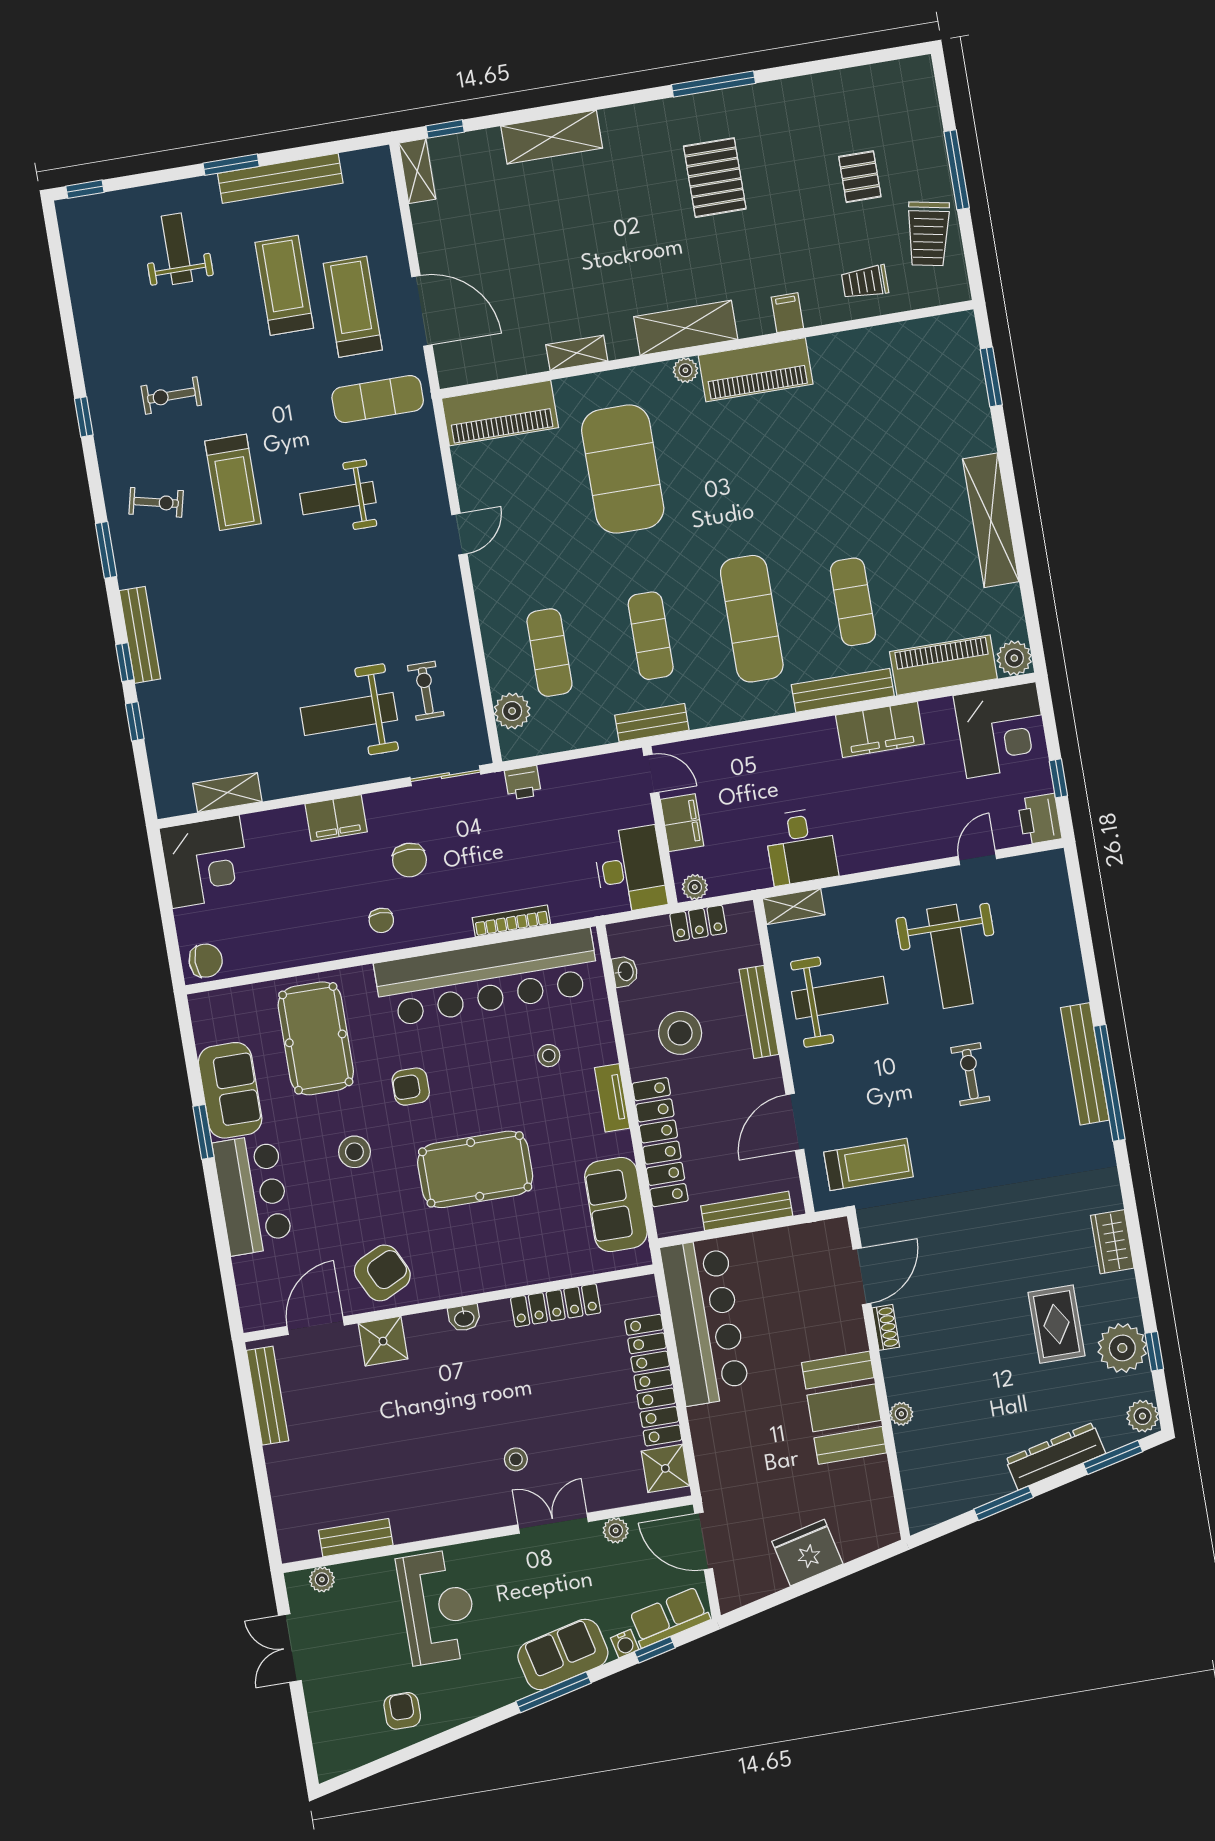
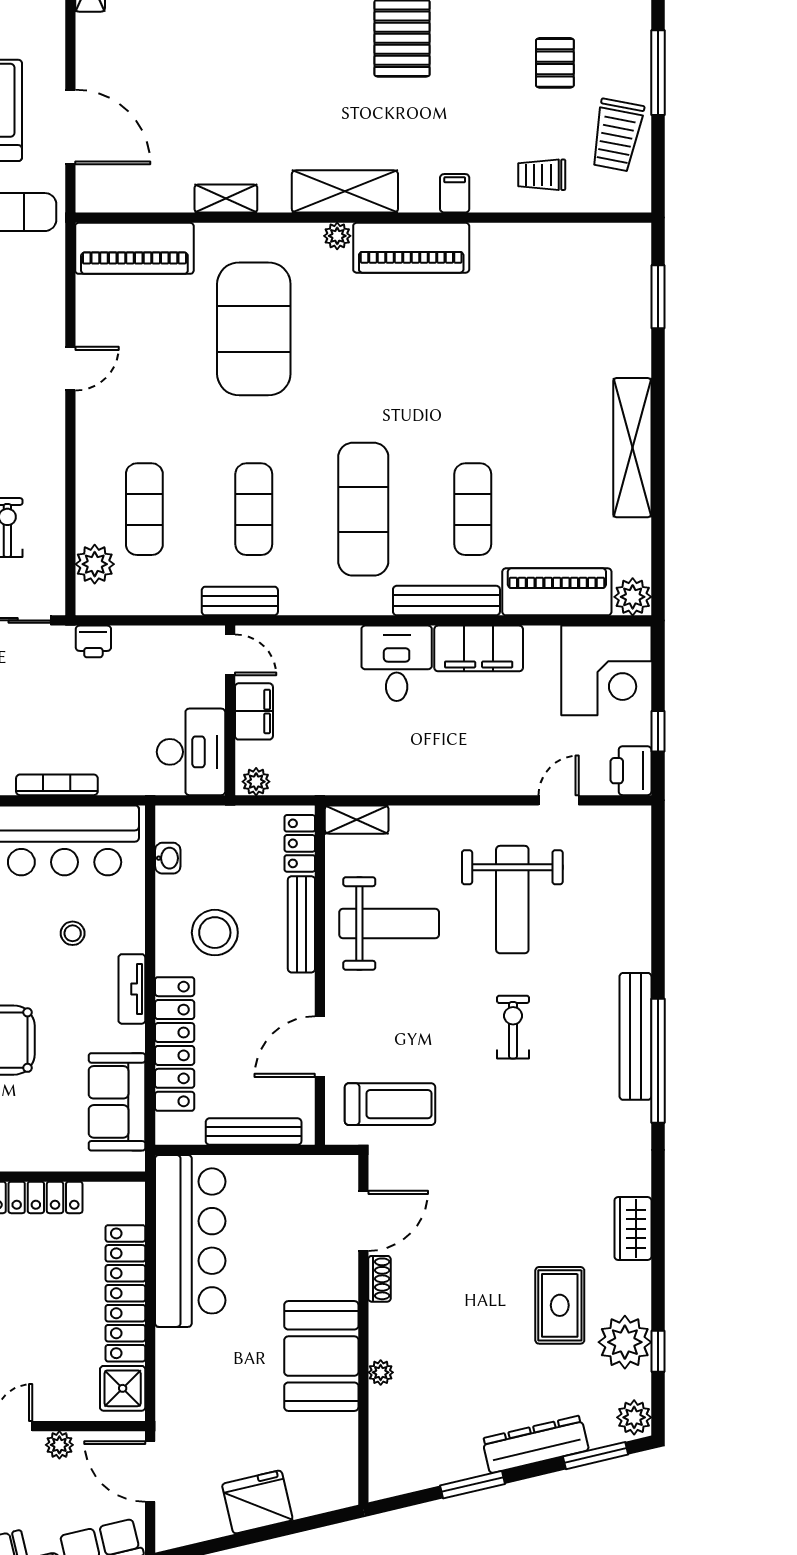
desk: (801, 846) -> (397, 663), moved, turned 180
locker: (698, 923) -> (300, 843), moved, turned 90

